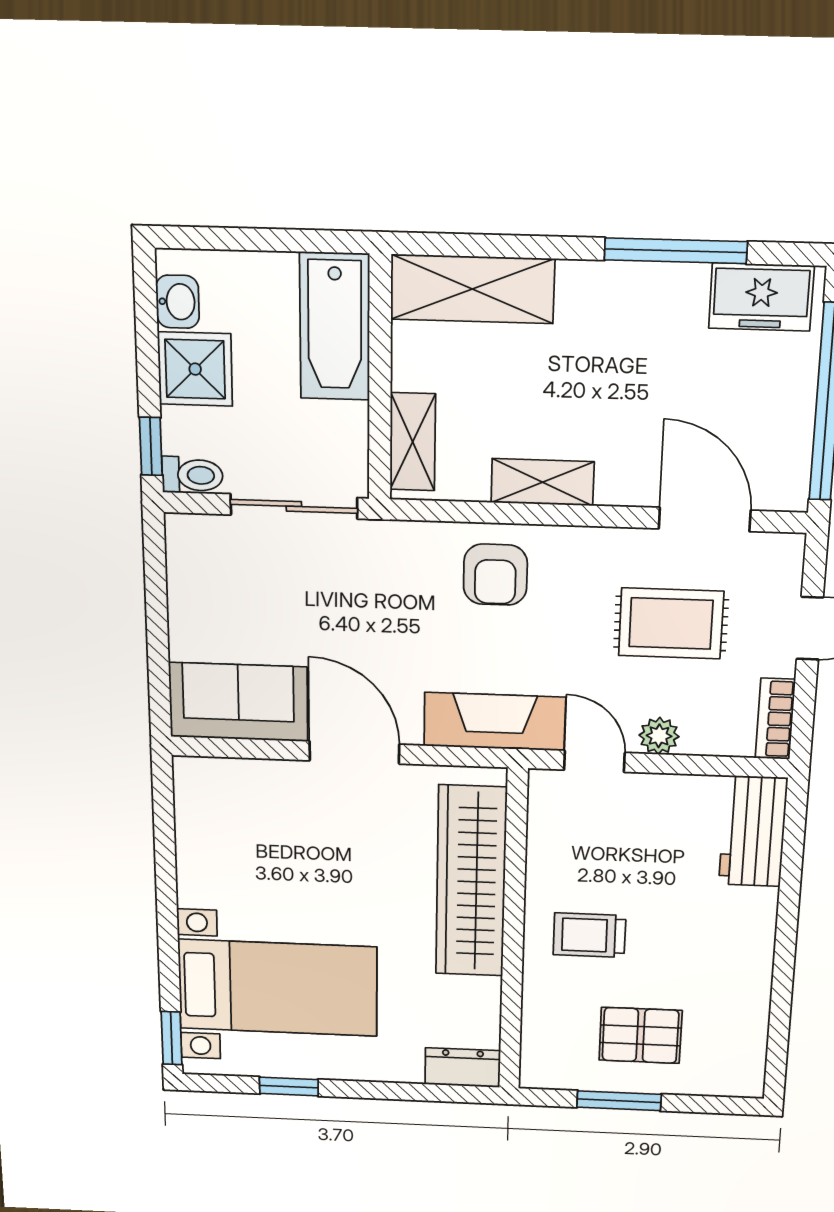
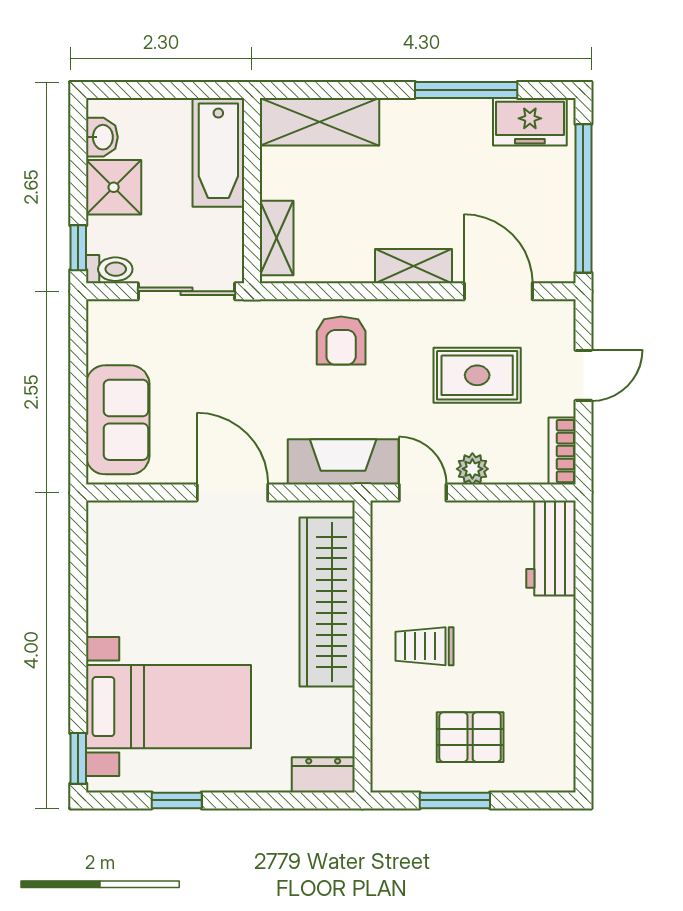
shelving: (542, 482) -> (413, 266), moved
sofa: (238, 702) -> (118, 420), moved, turned 90

